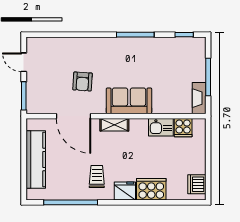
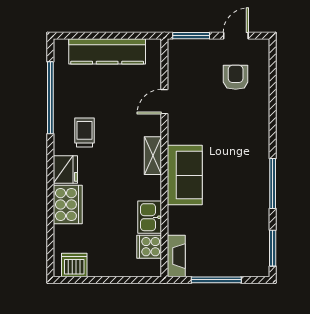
window: (184, 35) -> (273, 248), width x1.50
armchair: (83, 81) -> (236, 77), moved, turned 86
fireplace: (199, 98) -> (176, 256), moved, turned 90
door: (74, 116) -> (164, 102), width x0.53
trolley: (97, 177) -> (85, 132), turned -90

